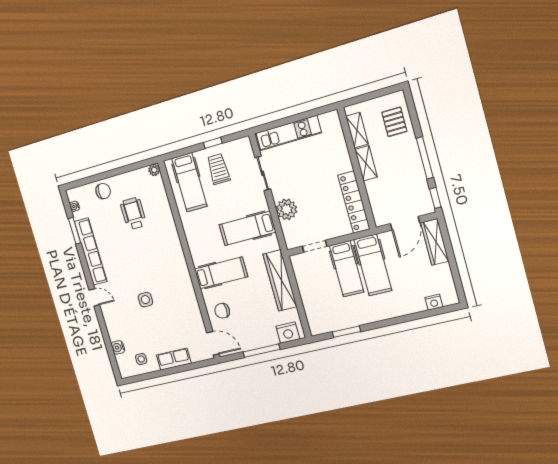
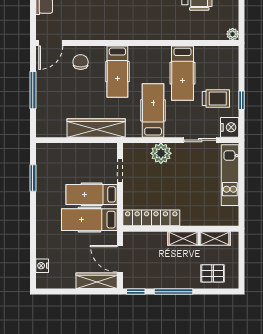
hospital bed: (189, 182) -> (182, 73), moved, turned -90
nightstand: (288, 333) -> (230, 127), moved, turned 180

